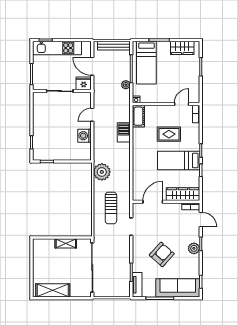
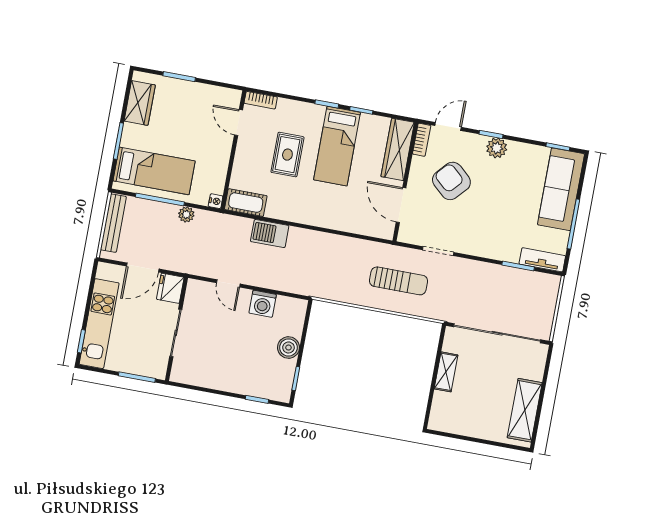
boiler: (63, 154) -> (288, 348), added
plant: (102, 172) -> (332, 285), removed
armchair: (162, 254) -> (451, 181), moved

